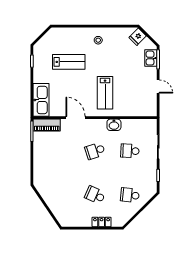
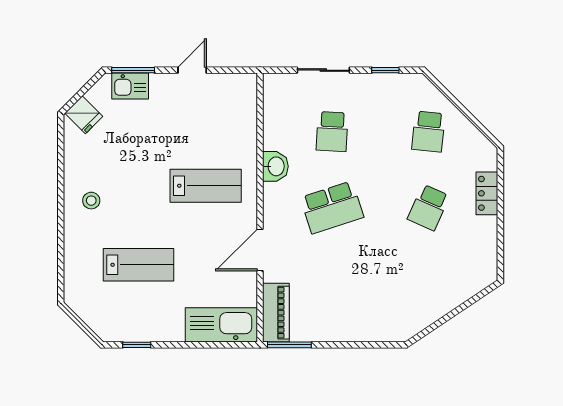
lab bench: (69, 62) -> (139, 265), turned 90
school desk: (95, 151) -> (332, 207), width x1.85

